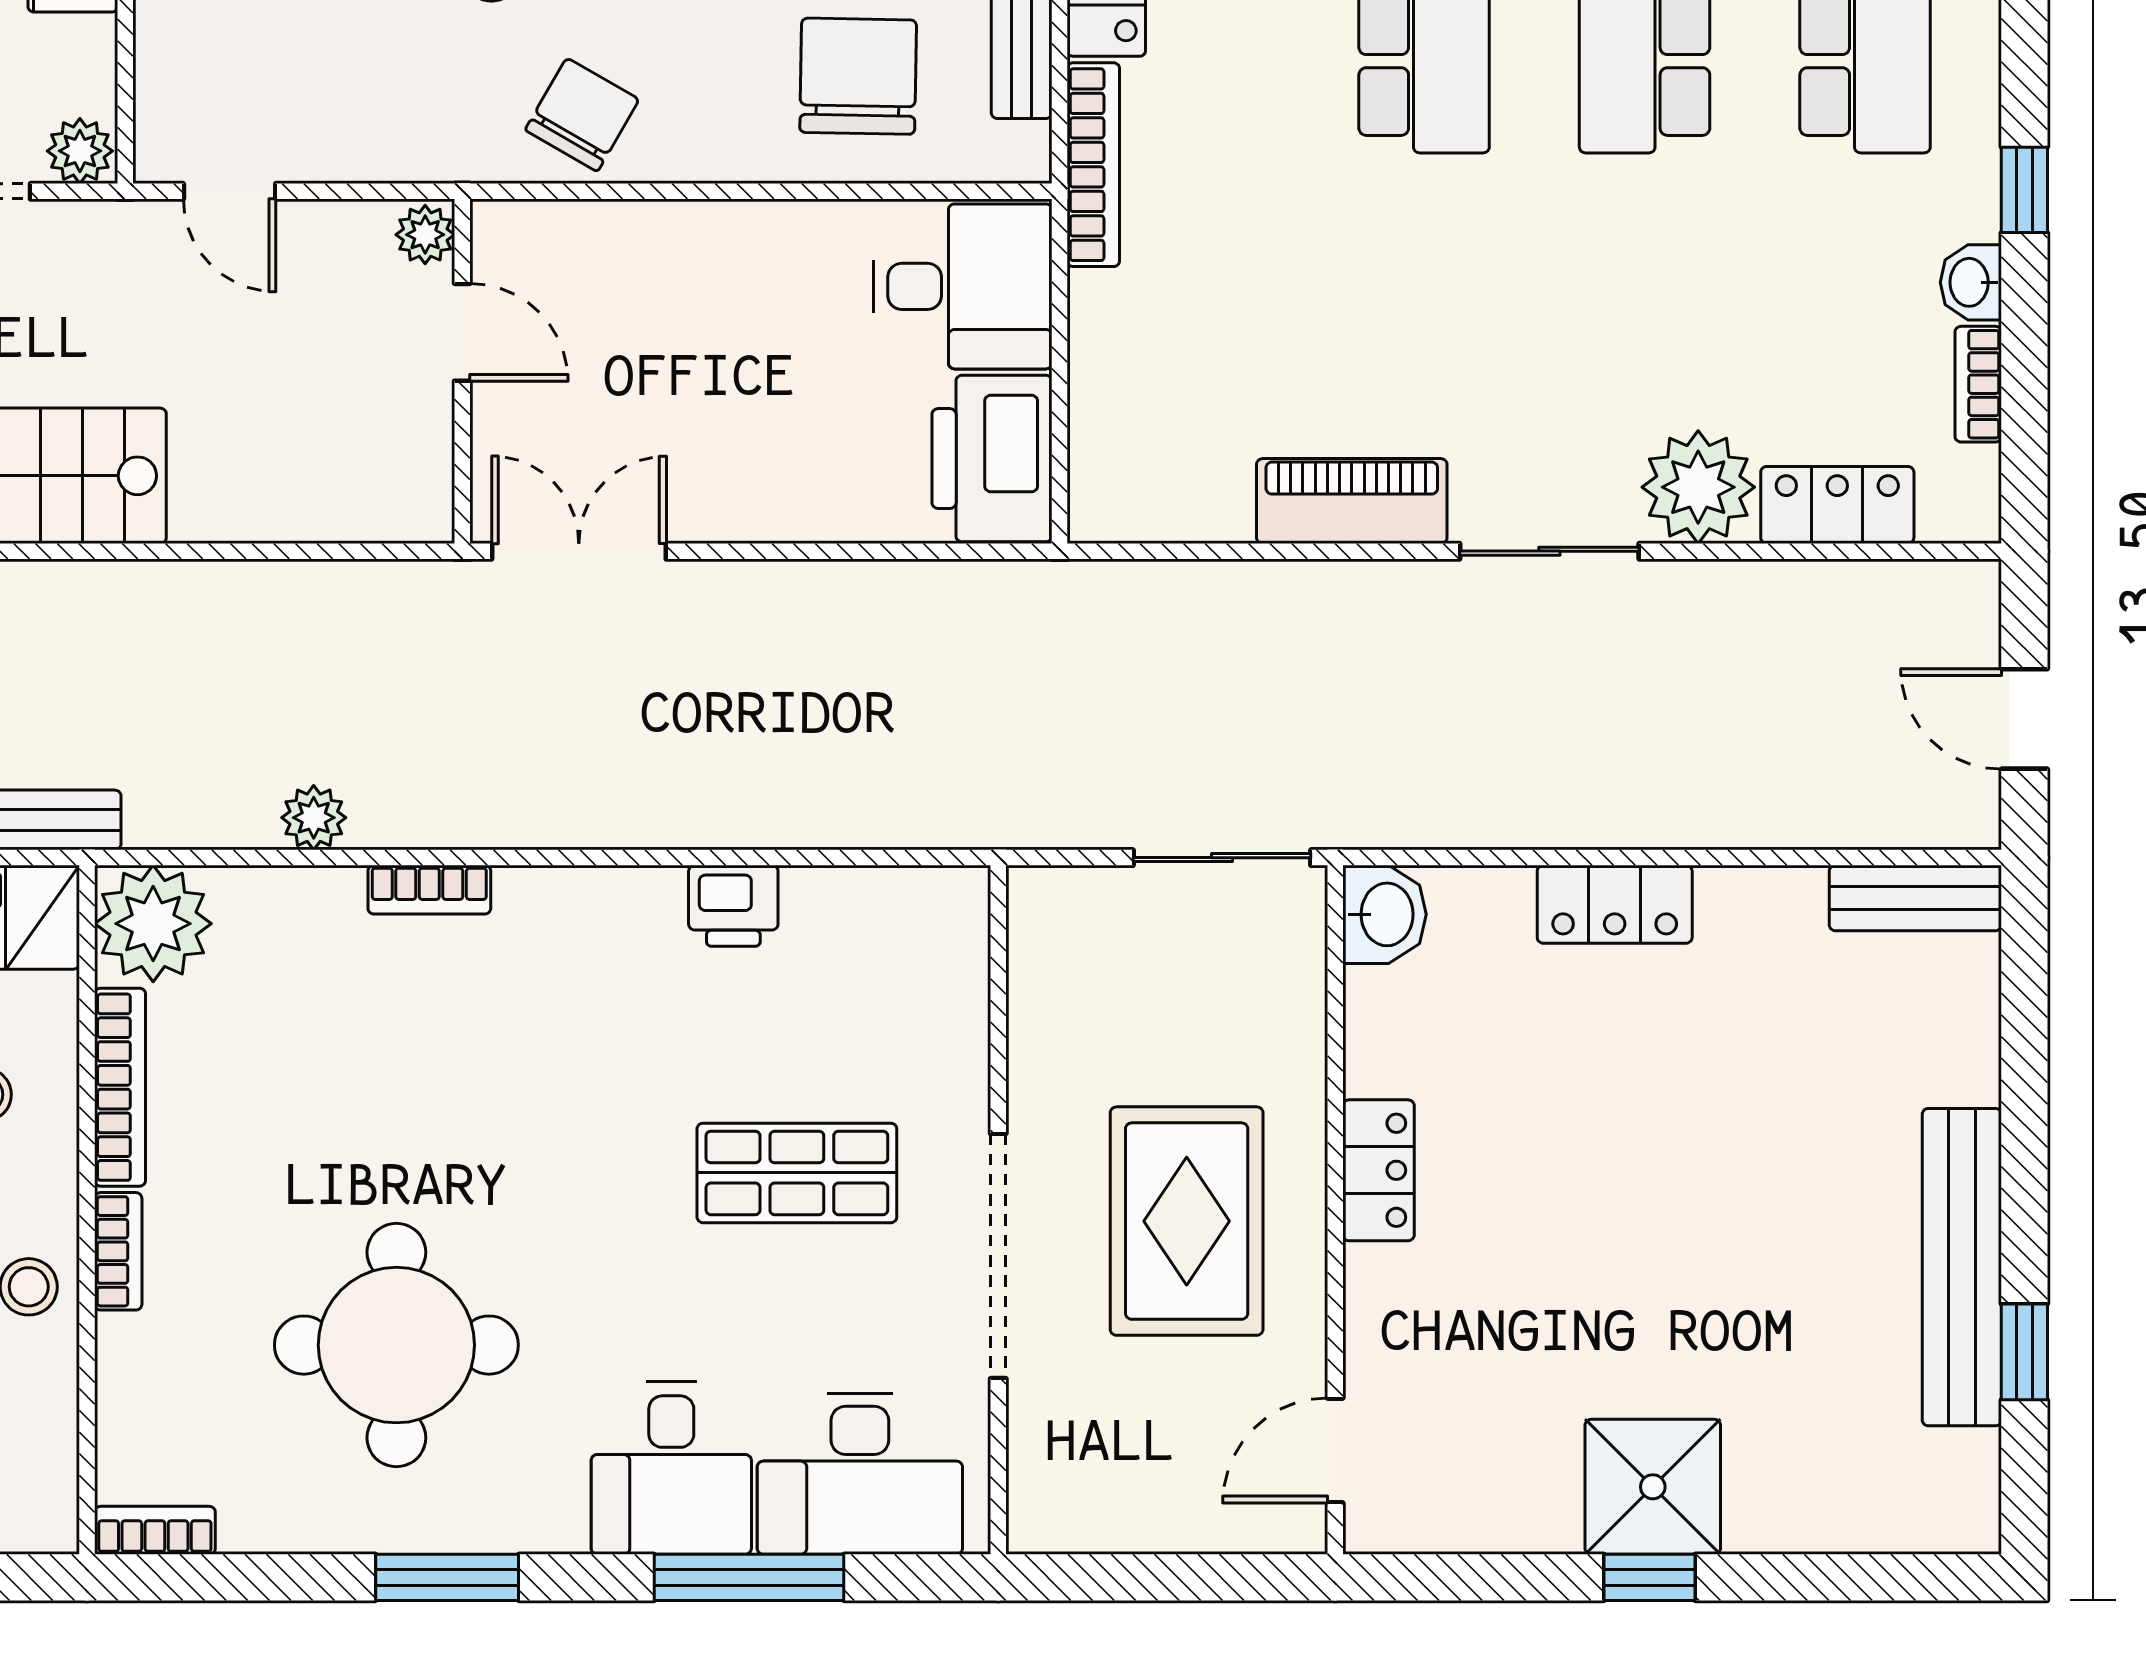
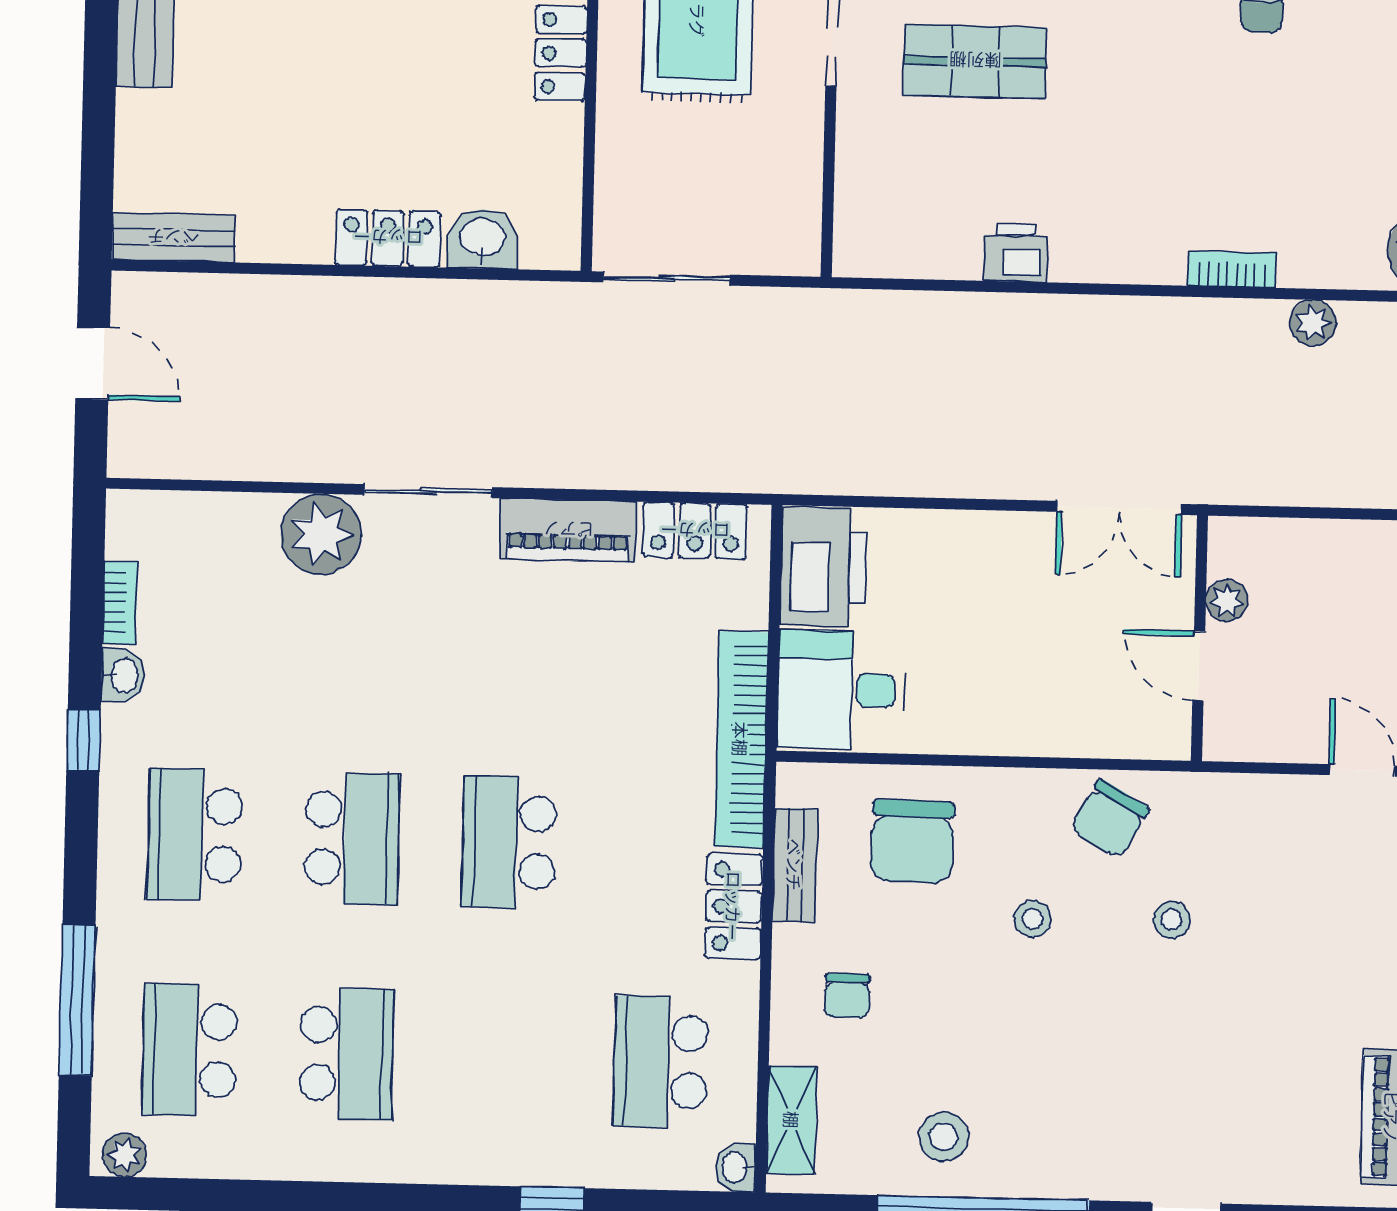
bookcase: (1093, 165) -> (741, 739), width x1.48, depth x1.31
plant: (425, 235) -> (1227, 601), moved
locker: (1837, 505) -> (695, 531), moved
washbasin: (1385, 914) -> (482, 239), moved, turned 90

